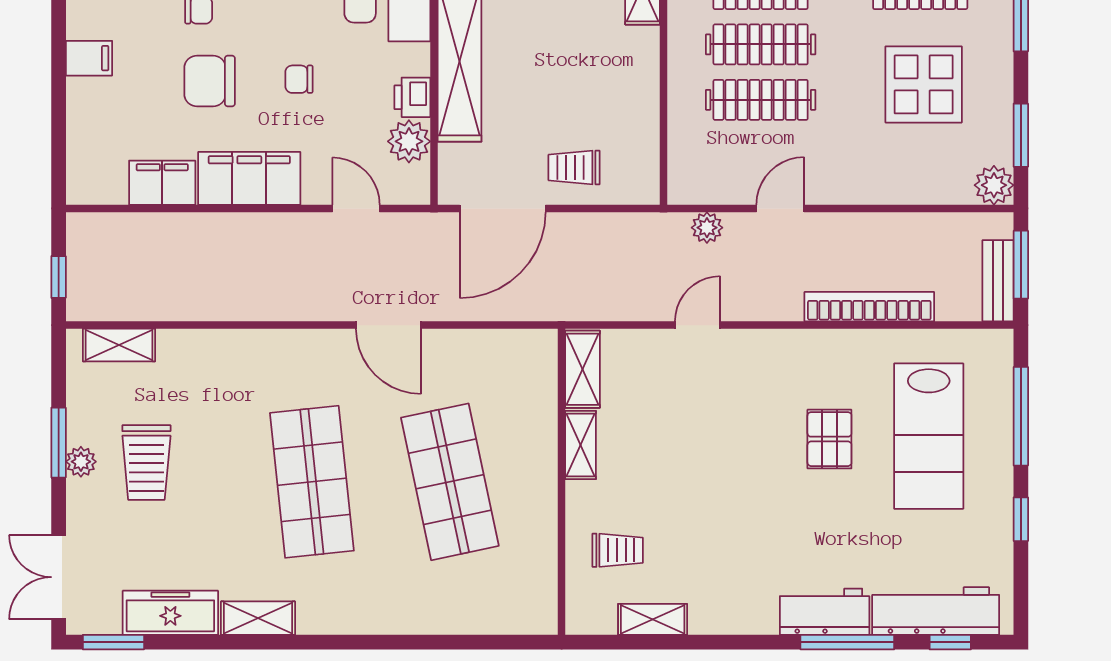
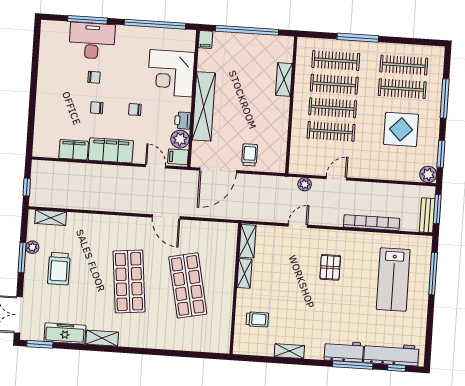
filing cabinet: (89, 58) -> (178, 157), moved, turned 180
chair: (210, 81) -> (97, 108), width x0.54, depth x0.54
trolley: (574, 167) -> (250, 155), turned 90
pallet: (829, 439) -> (330, 267), moved
plant: (81, 462) -> (32, 247), moved
window: (1021, 519) -> (430, 318), removed
shelving: (653, 619) -> (289, 351), moved

